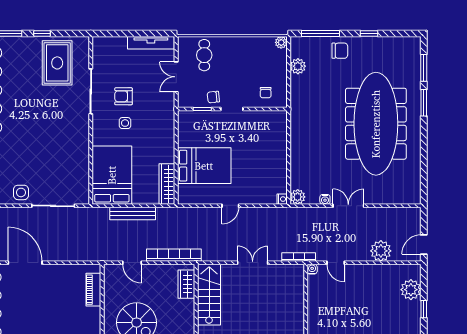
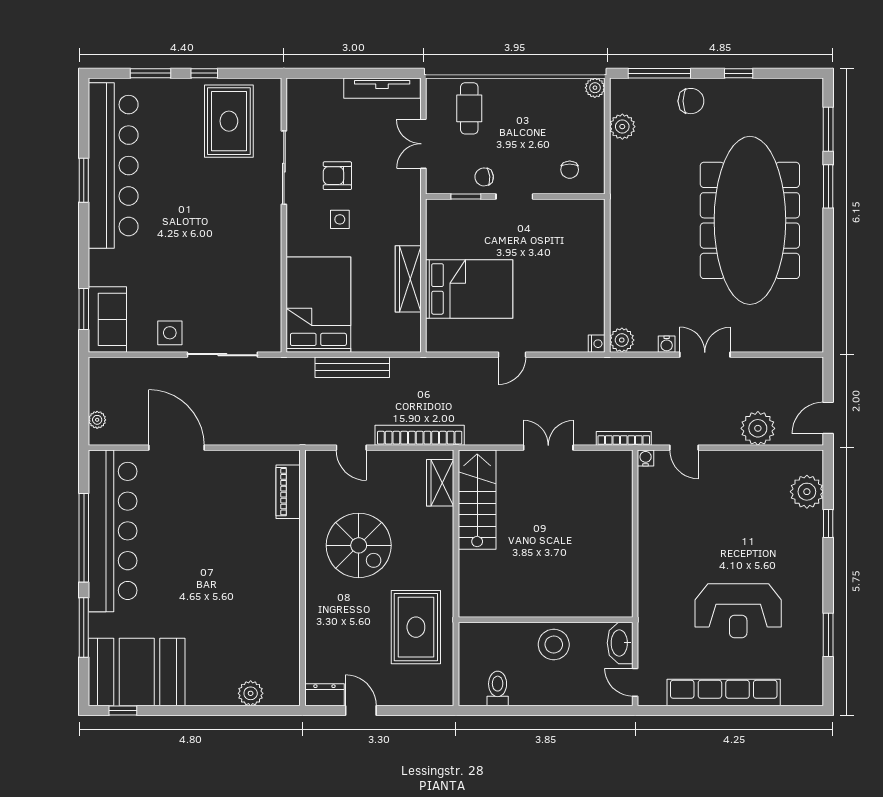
wardrobe: (167, 184) -> (408, 279), moved

